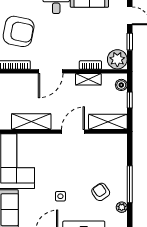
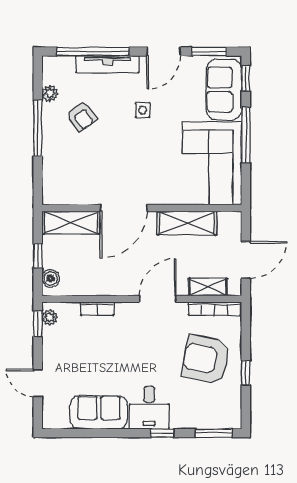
window: (130, 42) -> (38, 324), moved
plant: (117, 59) -> (50, 317), width x0.53, depth x0.53
shelving: (88, 79) -> (208, 287), moved
door: (73, 132) -> (124, 208), width x1.36

